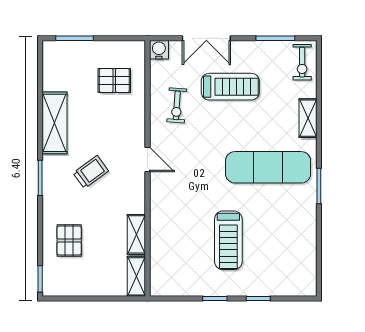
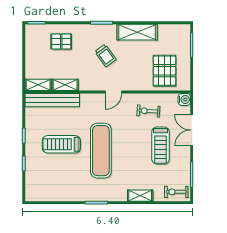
pallet: (114, 80) -> (164, 71), width x1.50, depth x1.42
exercise mat: (268, 167) -> (101, 151), moved
bench: (160, 254) -> (52, 100), added

